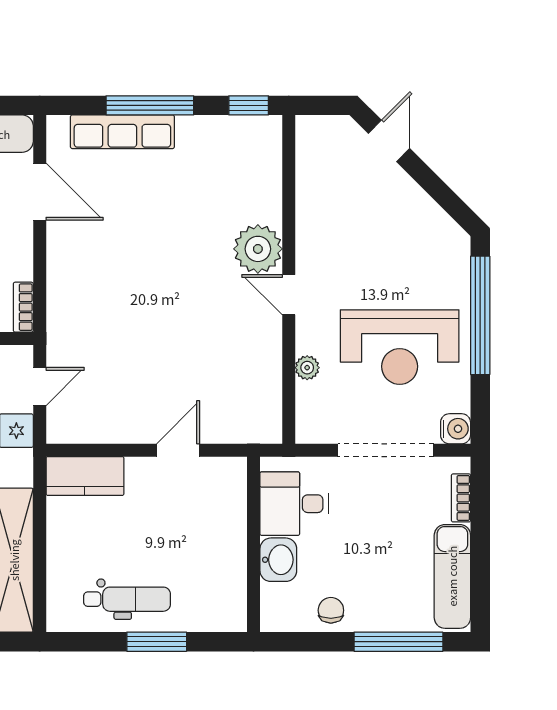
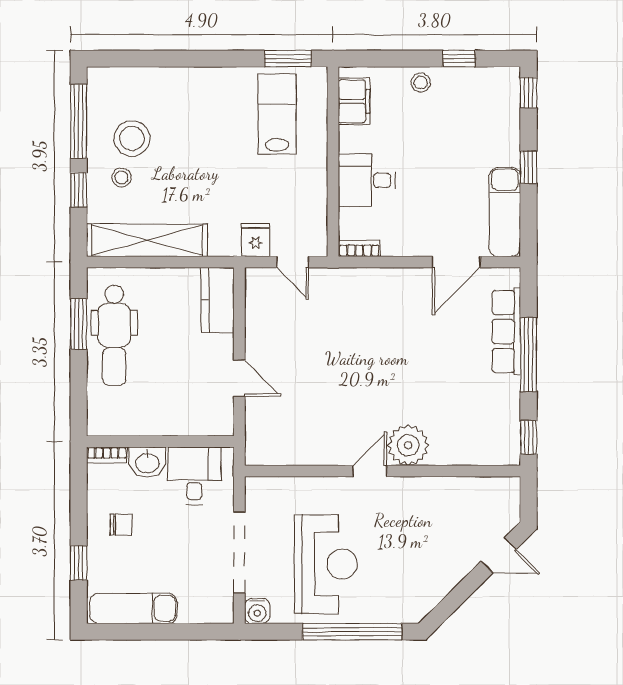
reception desk: (400, 347) -> (326, 564), turned 180
plant: (307, 368) -> (308, 487), removed
bookcase: (461, 498) -> (107, 455), moved, turned 180
dental chair: (127, 599) -> (114, 335), width x1.36, depth x1.38
chair: (331, 610) -> (121, 525), moved
window: (157, 642) -> (79, 324), moved
window: (398, 642) -> (79, 563), width x0.46

